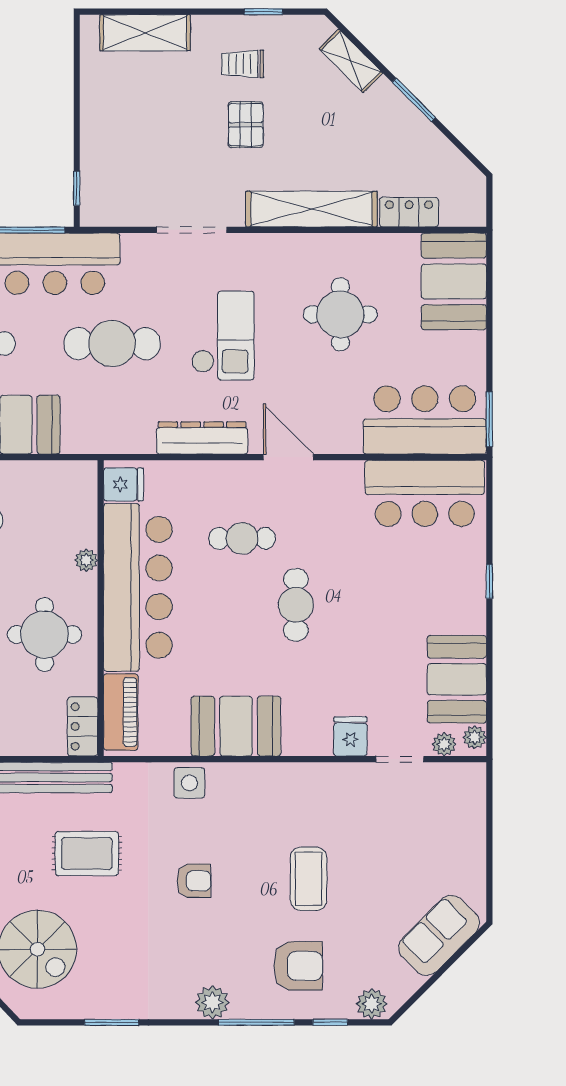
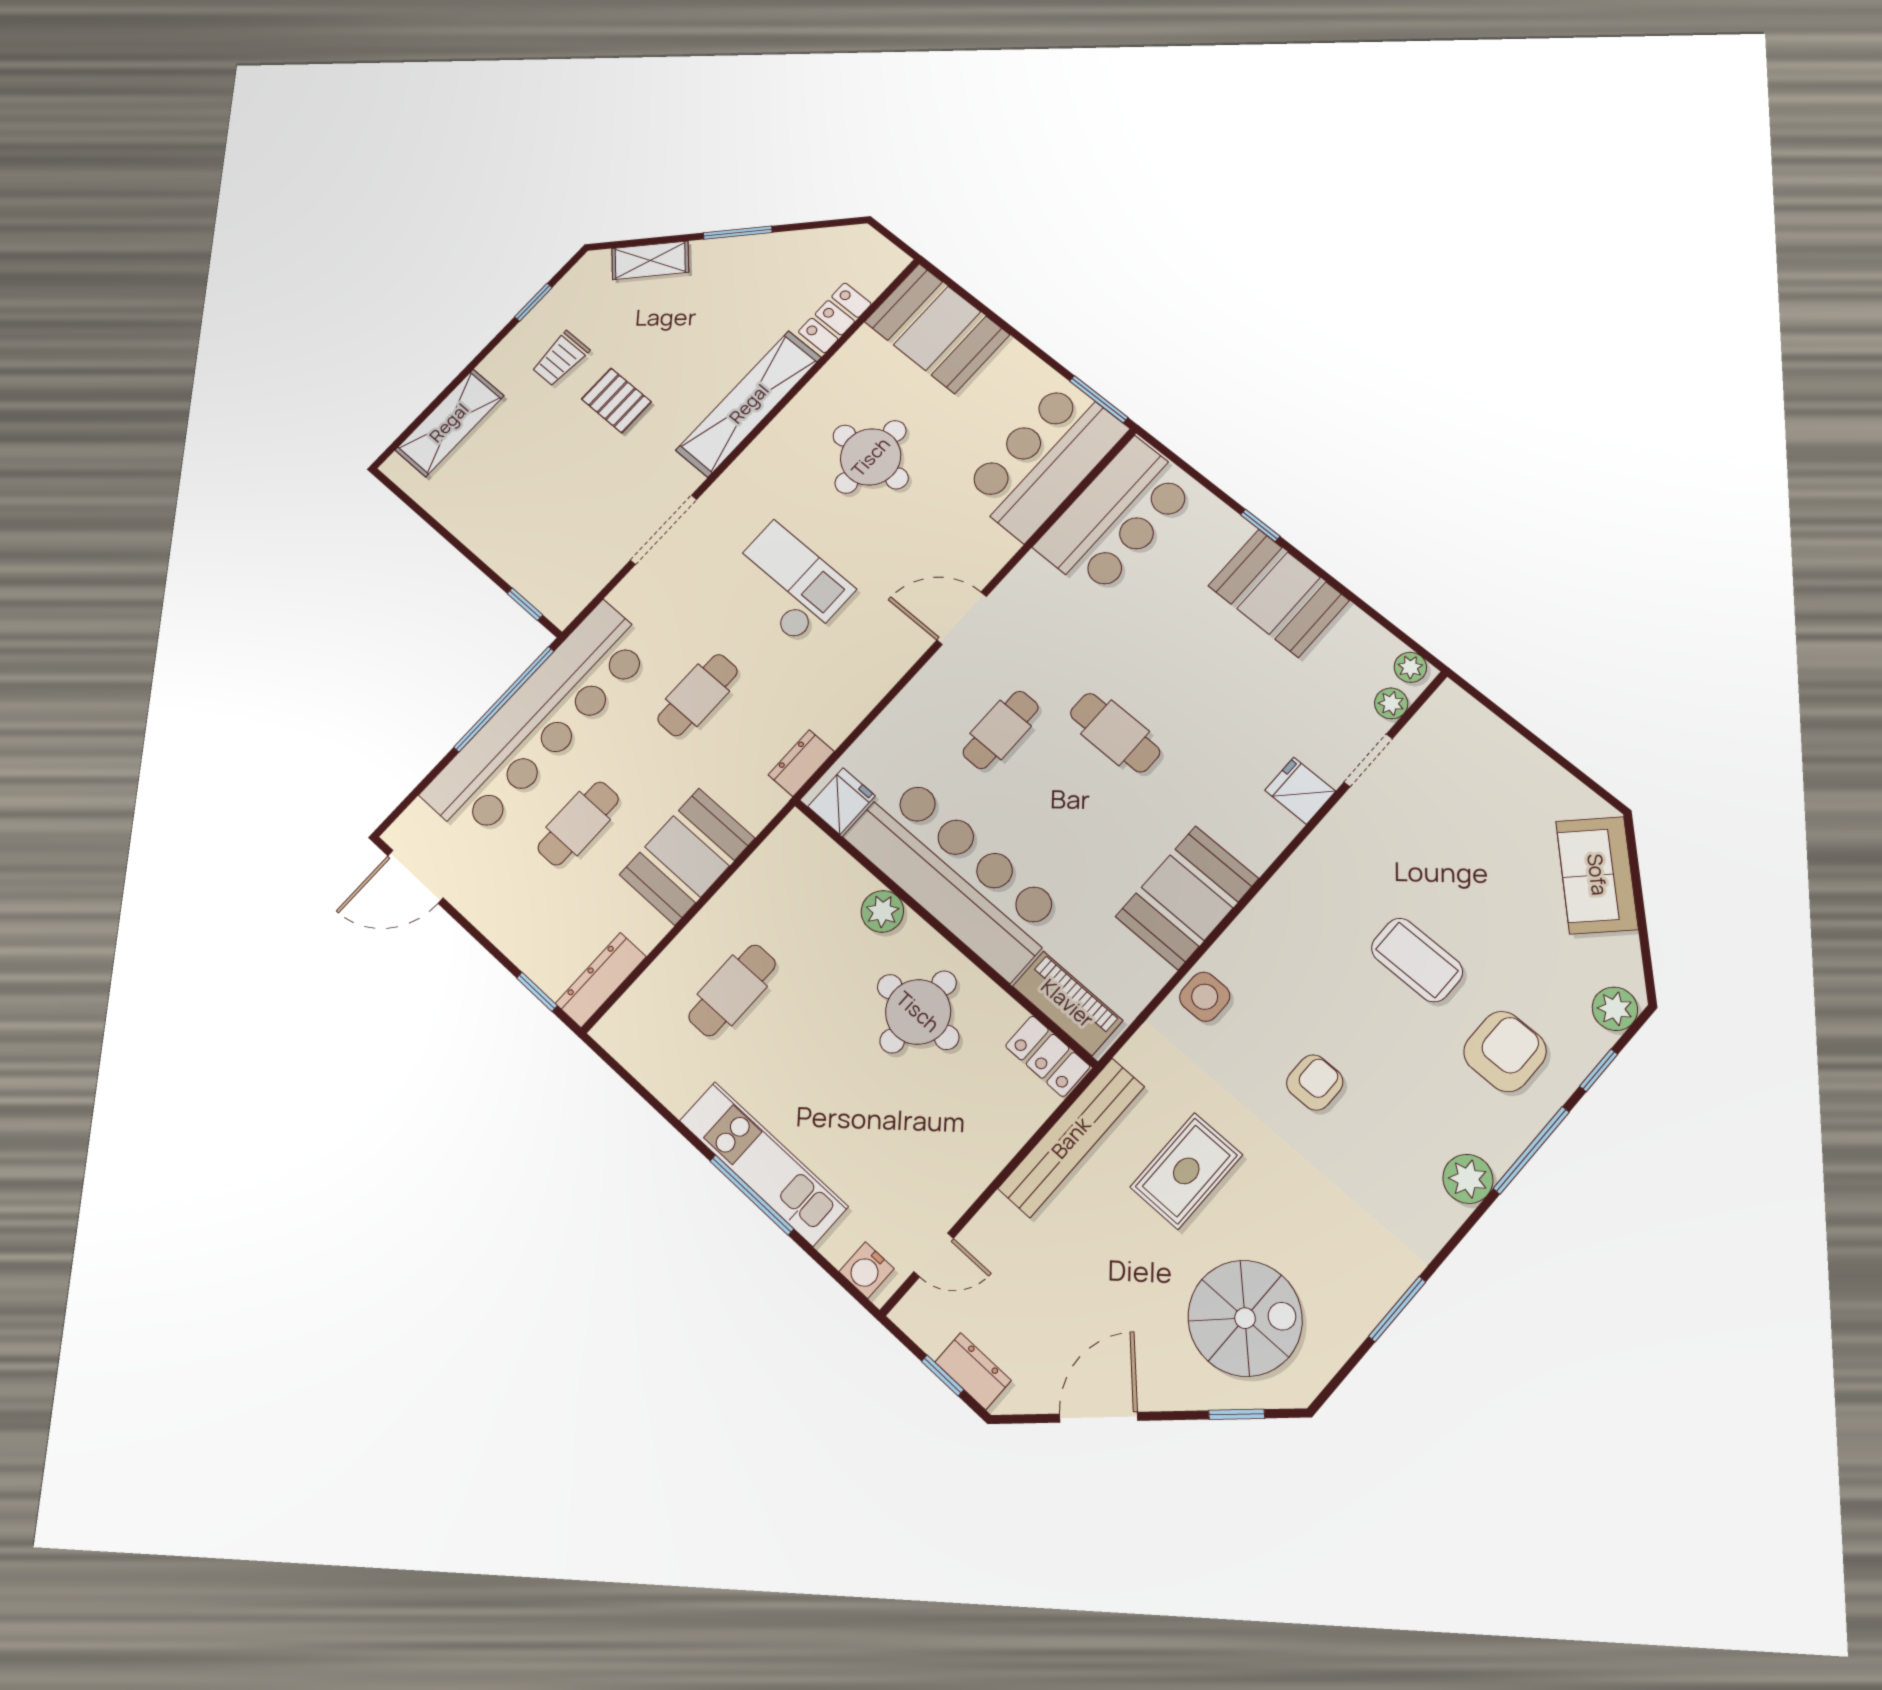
cafe table: (112, 344) -> (698, 695), width x0.73, depth x0.74
dresser: (202, 438) -> (801, 763), moved, width x0.51, depth x0.80
plant: (86, 560) -> (882, 911), width x1.38, depth x1.38
booth: (457, 679) -> (1278, 593), moved

